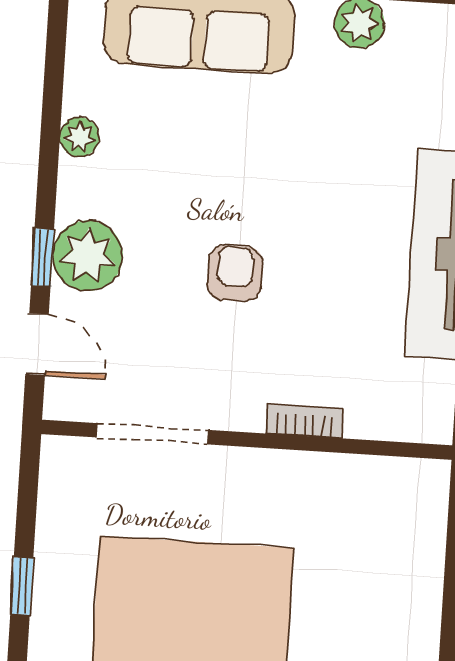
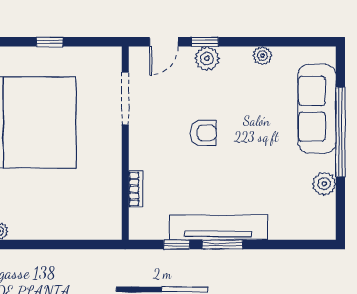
plant: (88, 256) -> (207, 58), width x0.73, depth x0.73
bookcase: (304, 421) -> (136, 189), moved

